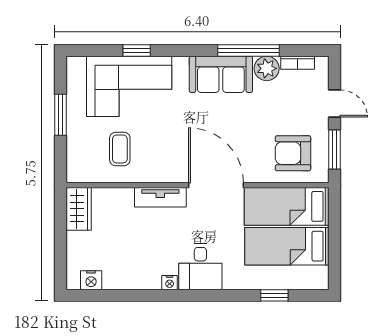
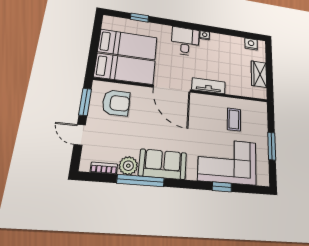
wardrobe: (79, 209) -> (259, 74), moved

